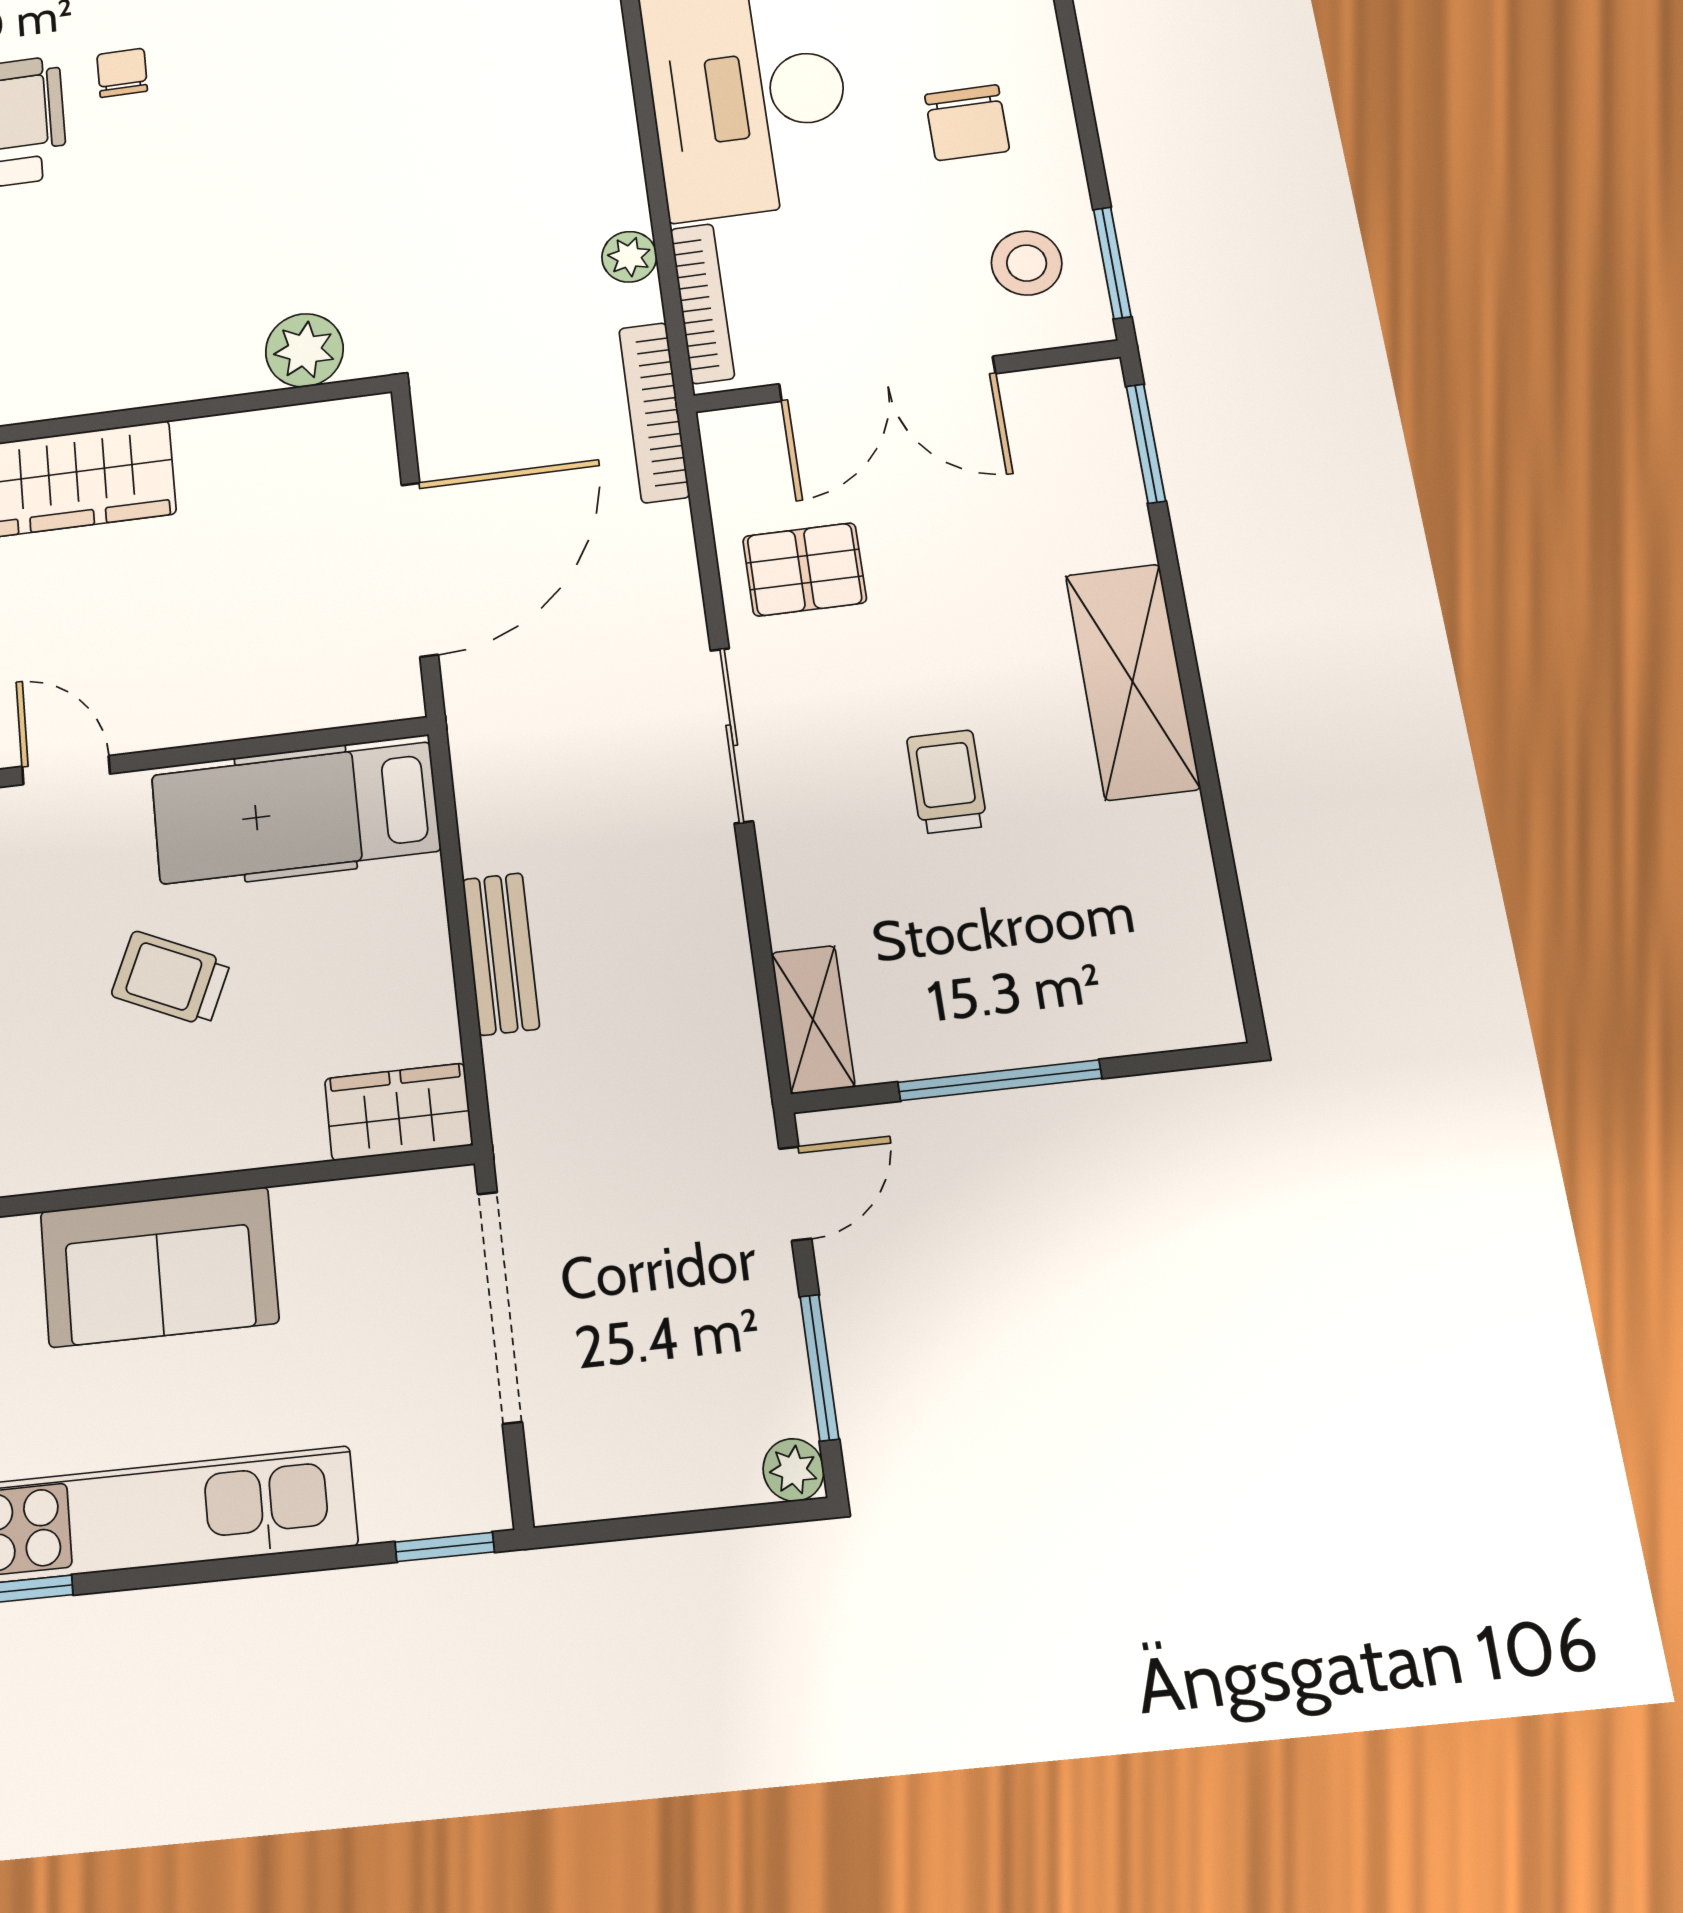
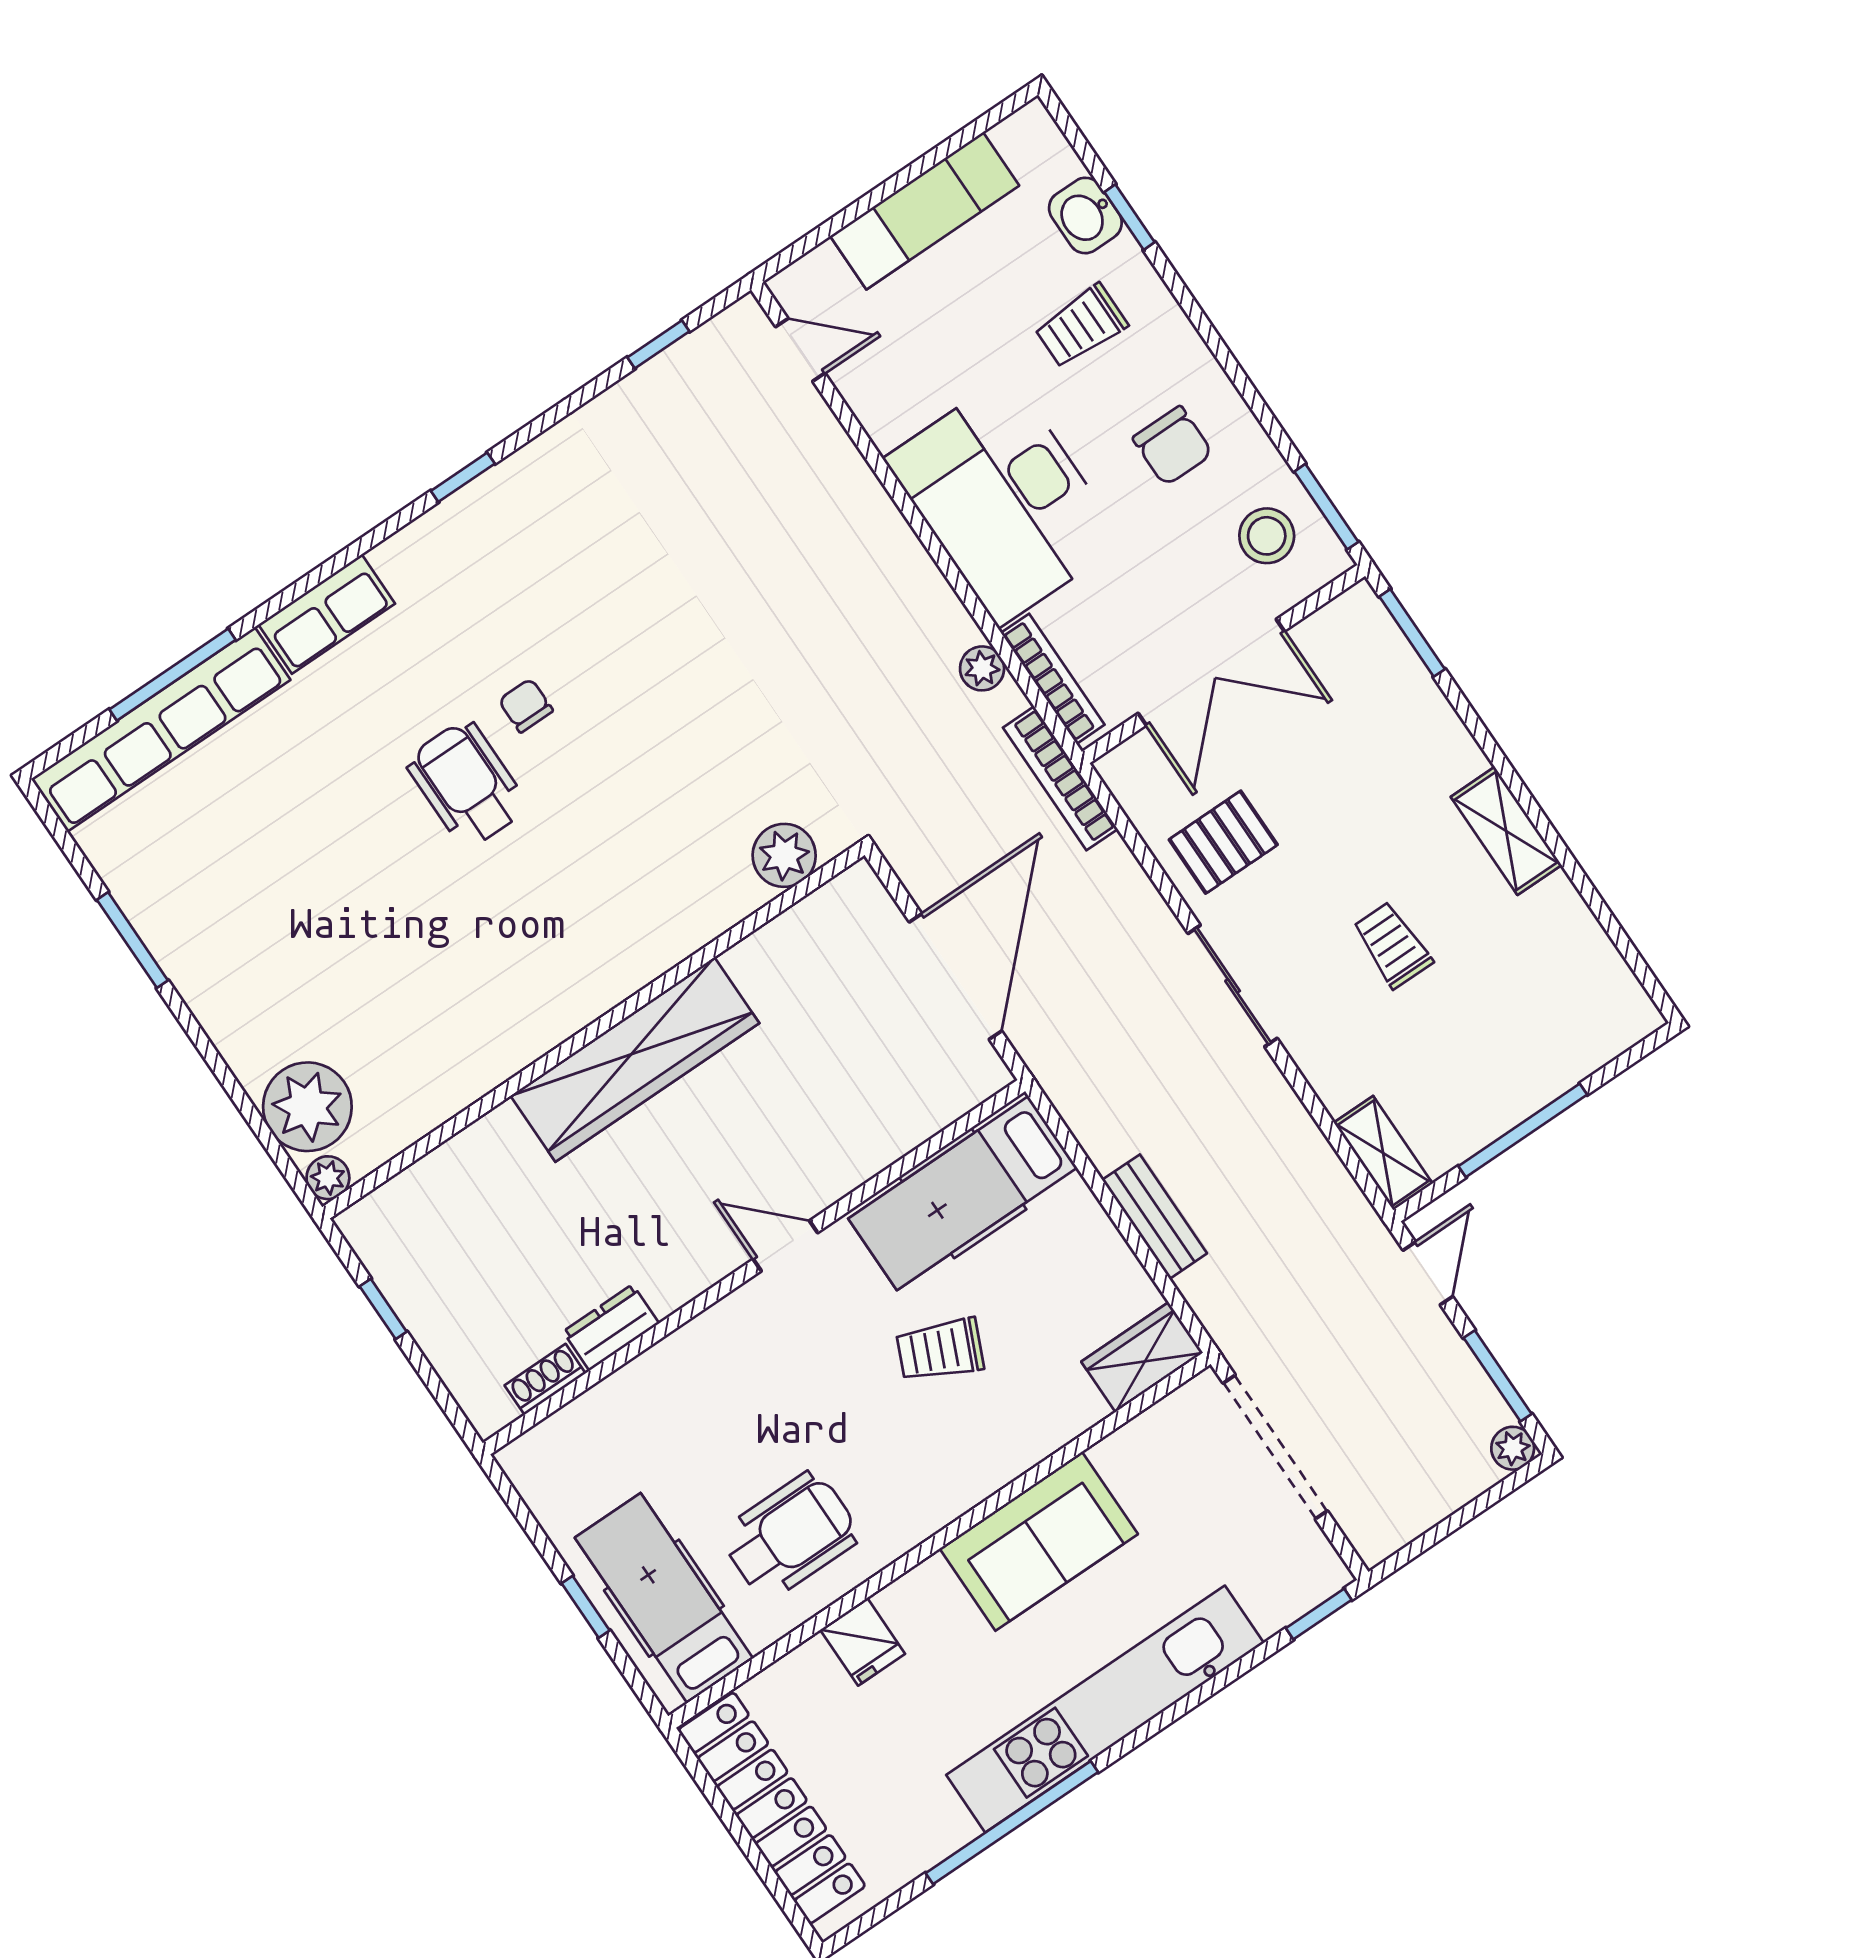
shelving: (1132, 681) -> (1506, 831), width x0.67, depth x0.75

